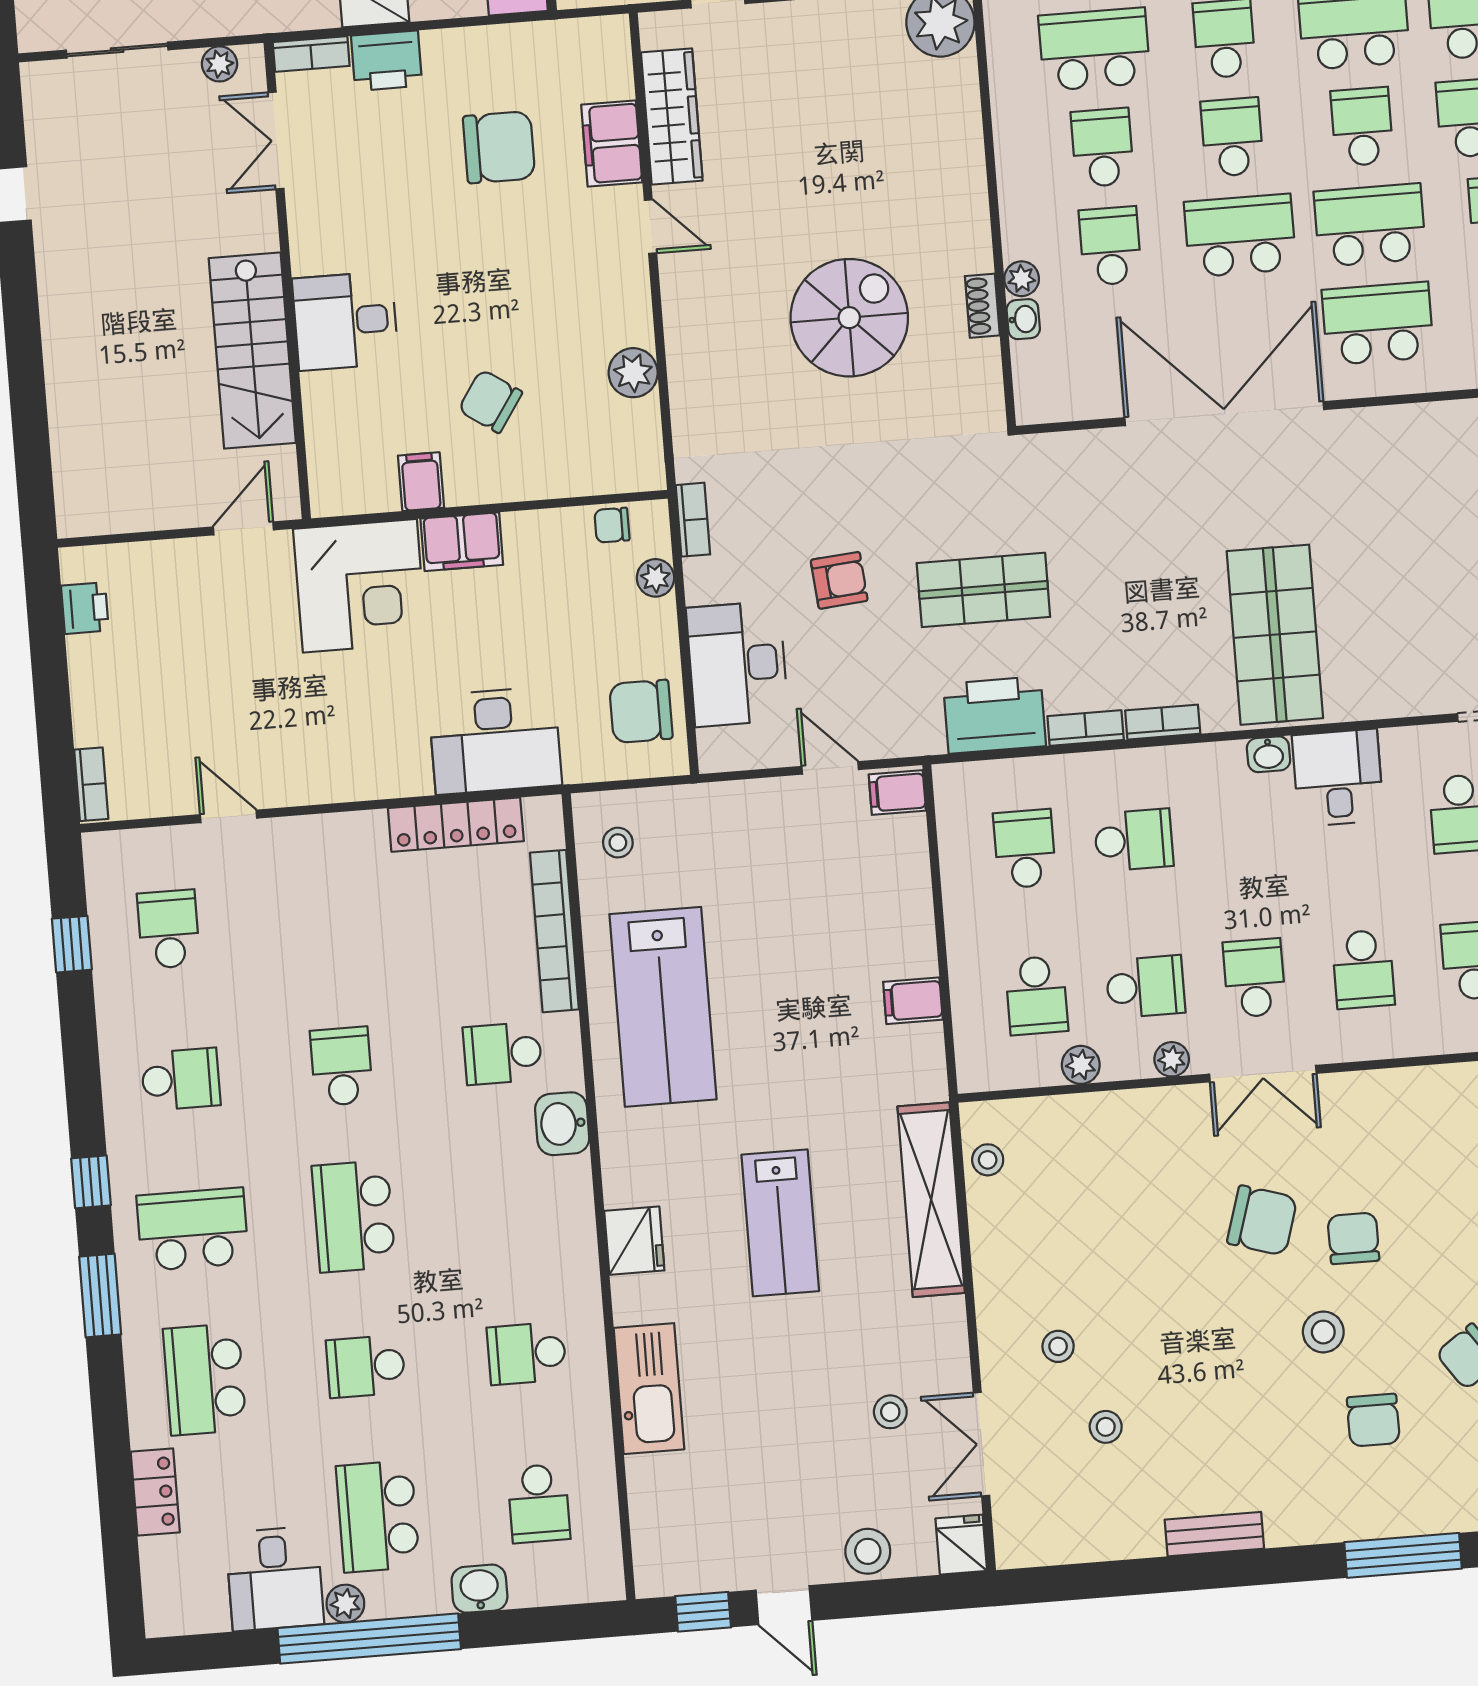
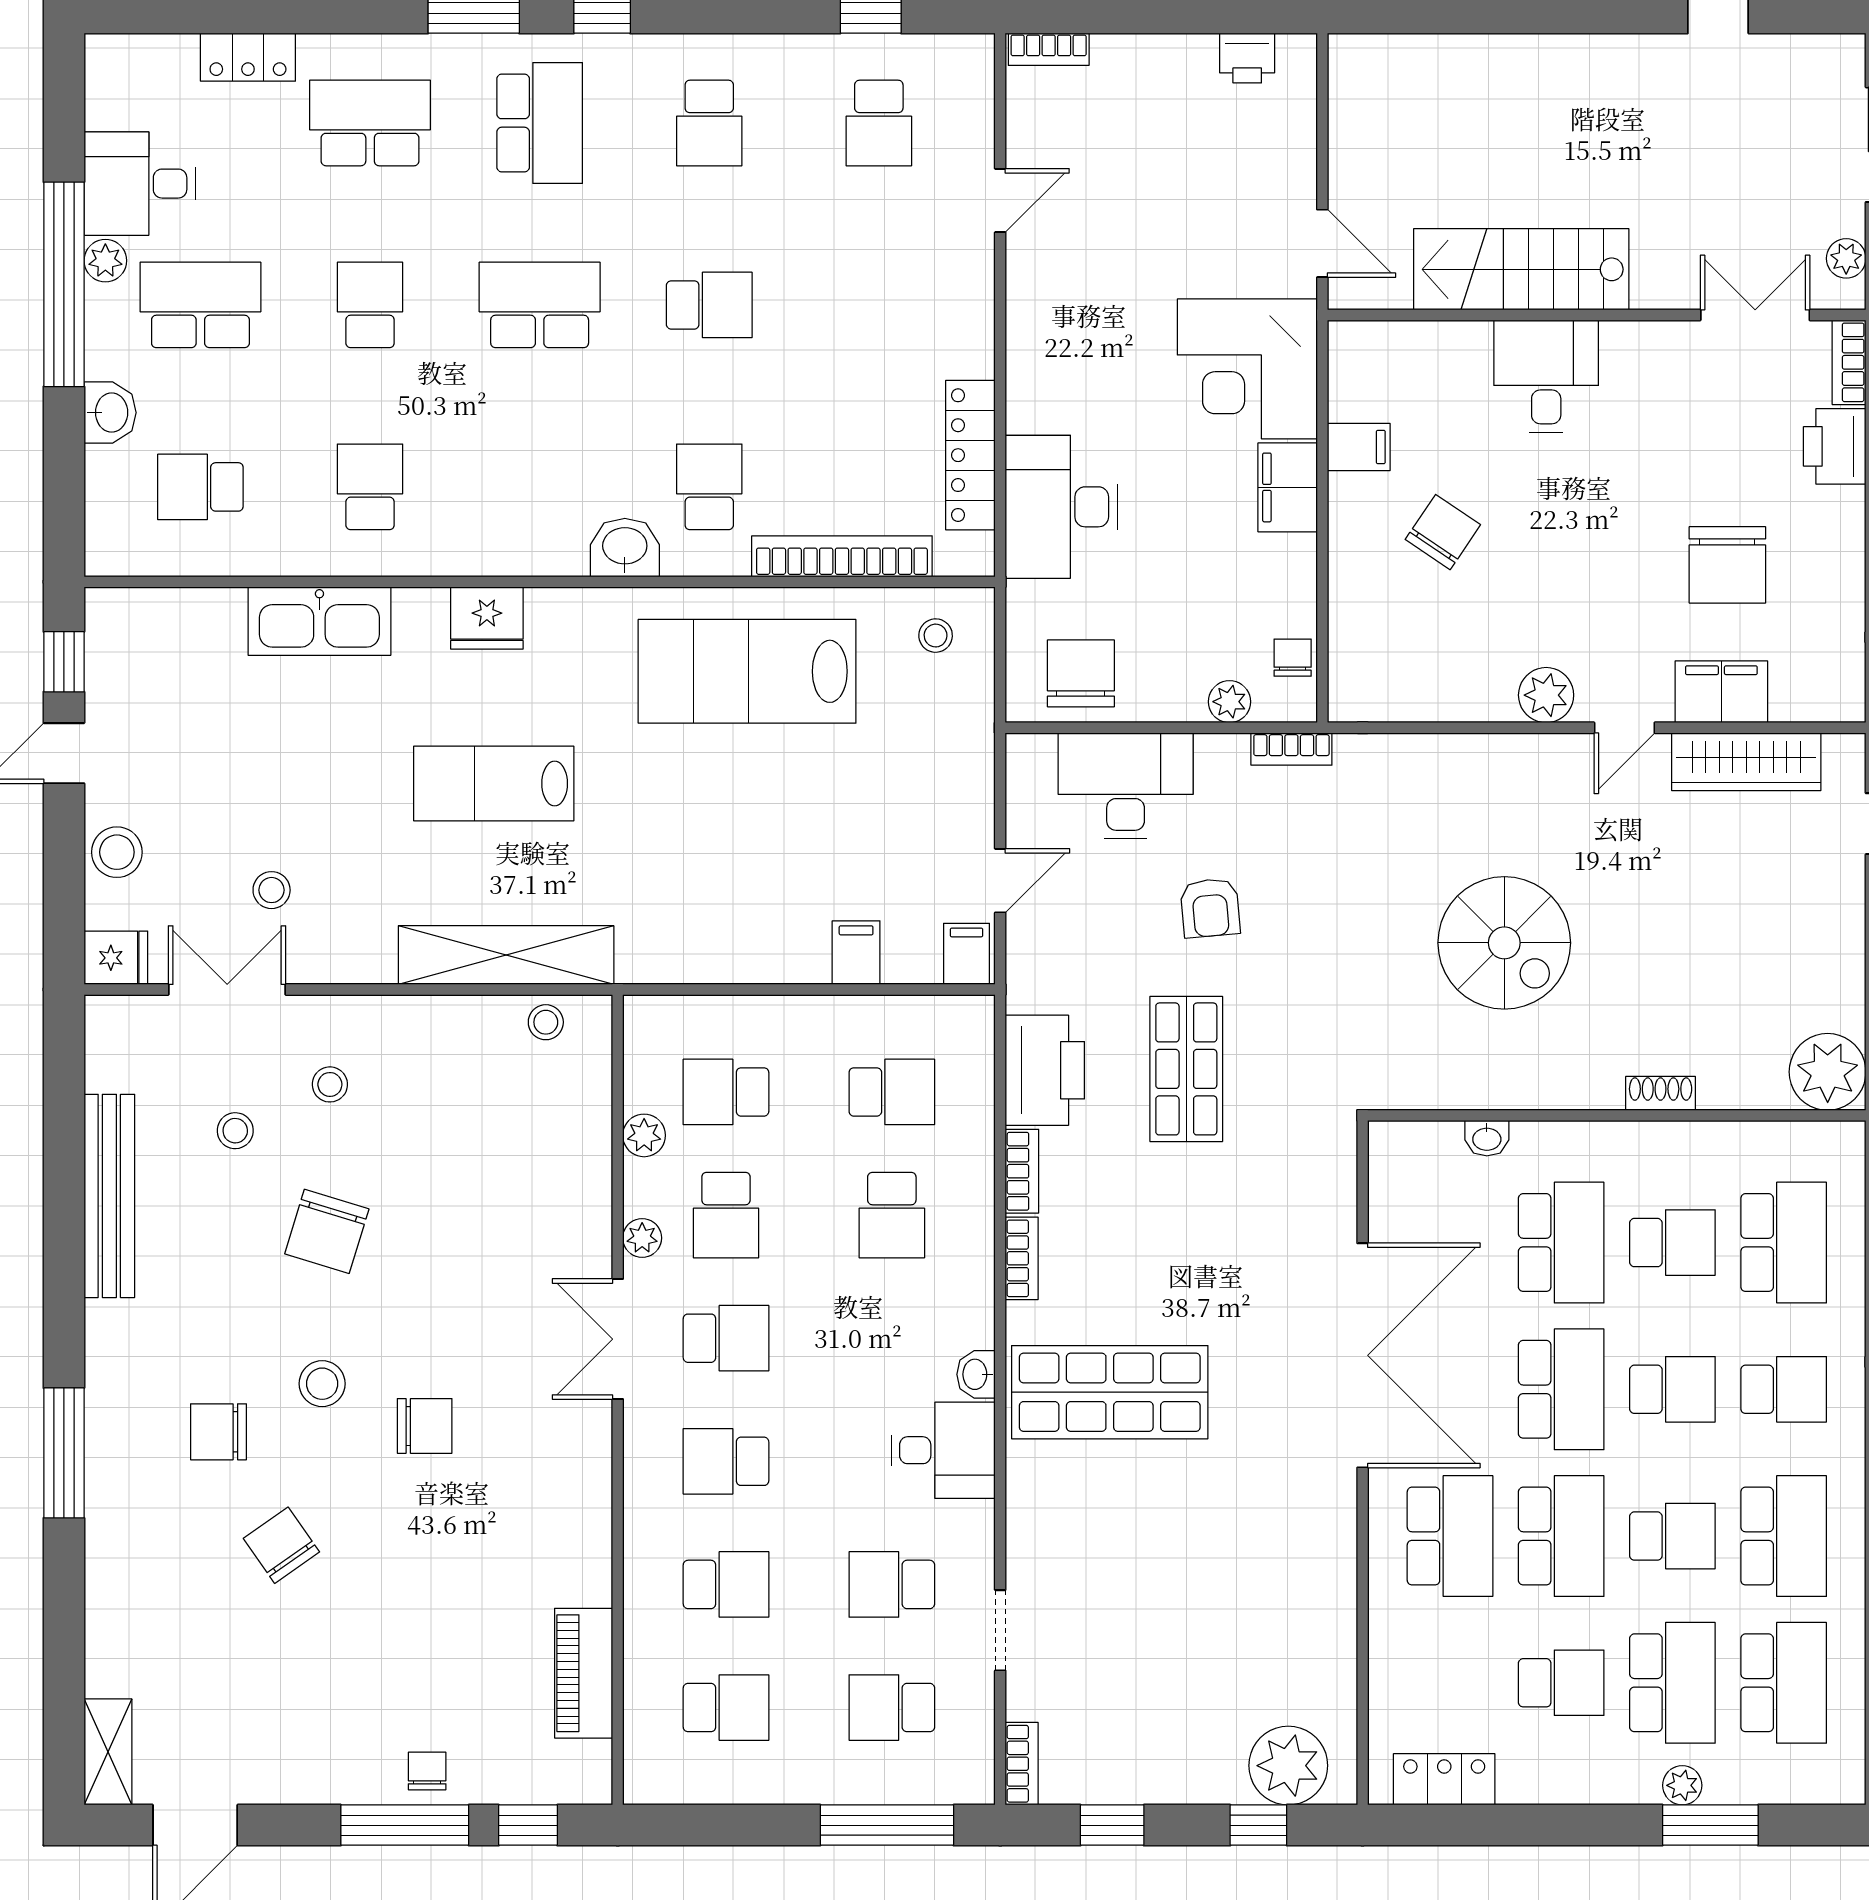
school desk: (1110, 246) -> (1561, 1243), width x1.85
plant: (1022, 279) -> (1532, 1140), removed
shoe rack: (982, 306) -> (1661, 1093), moved
plant: (633, 373) -> (1546, 695), moved
school desk: (169, 929) -> (879, 123), turned 90
filing cabinet: (913, 1001) -> (856, 953), moved
chair: (1262, 1220) -> (327, 1231), moved
bench: (1214, 1534) -> (109, 1196), width x1.86, depth x1.21

